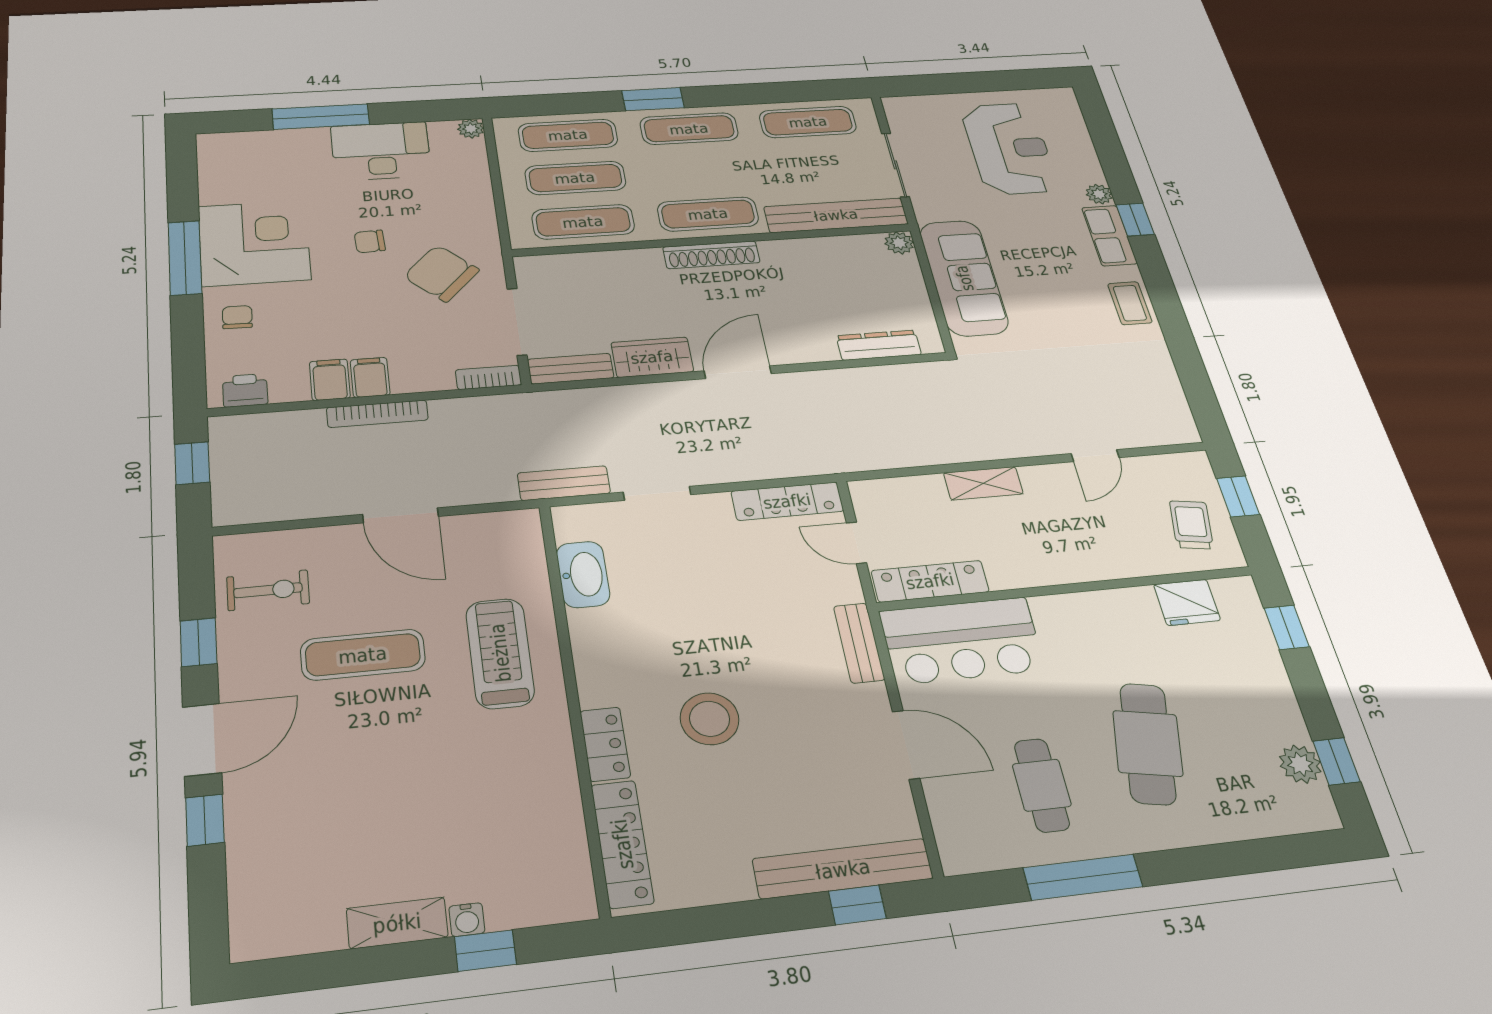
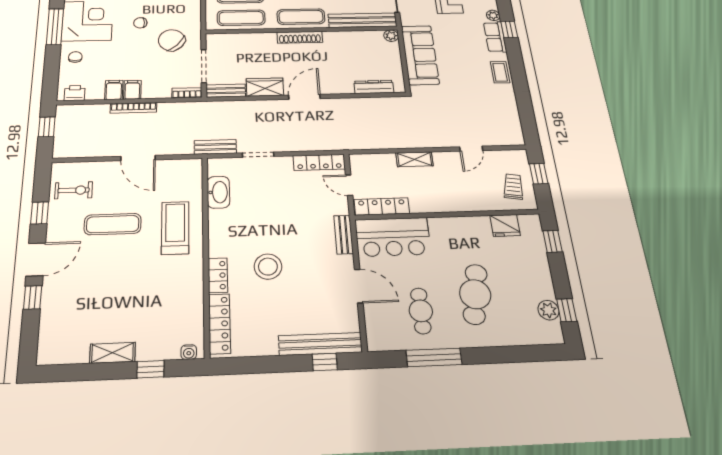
water cooler: (467, 920) -> (189, 352), moved

